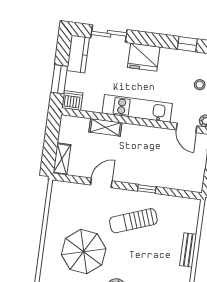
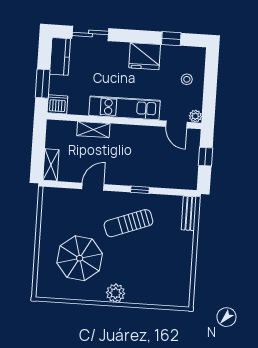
fridge: (144, 57) -> (145, 56), moved
bench: (188, 250) -> (189, 213), moved

